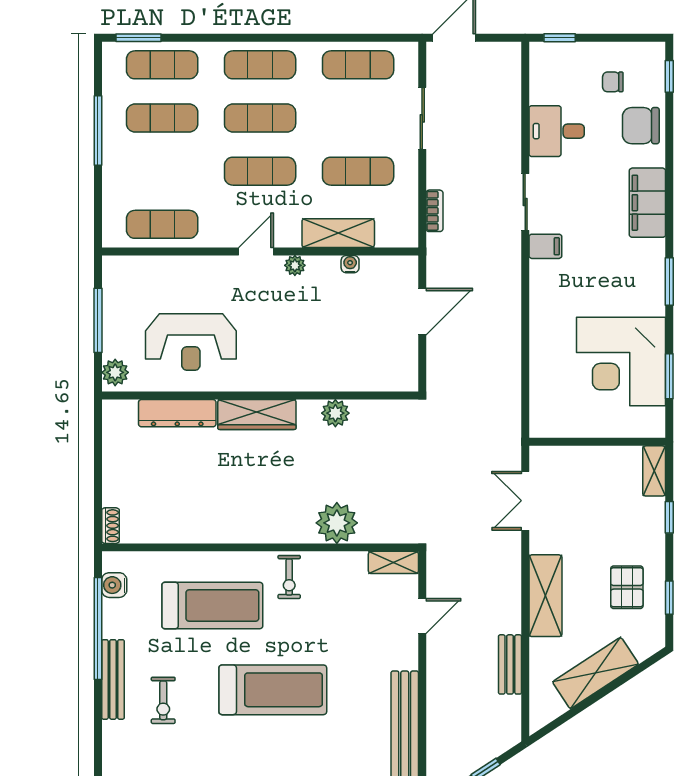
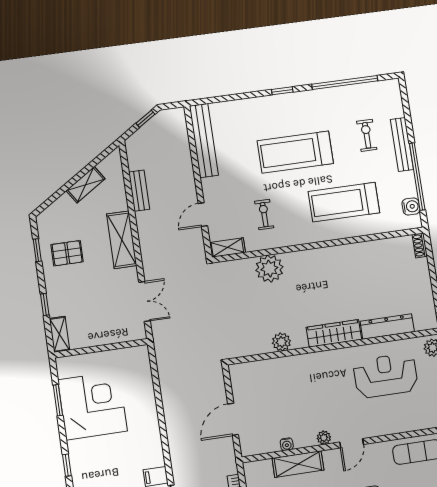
window: (669, 281) -> (67, 465), width x0.67
exercise bike: (289, 577) -> (264, 215), moved
pallet: (627, 587) -> (67, 253), turned 90
shelving: (596, 673) -> (86, 185), width x0.67, depth x0.75

